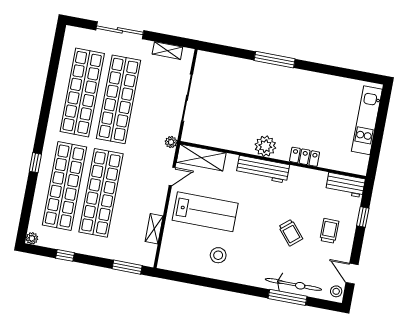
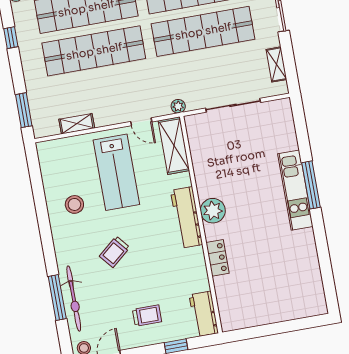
kitchen unit: (367, 120) -> (295, 190), moved, turned -90
trolley: (291, 233) -> (115, 252), moved

